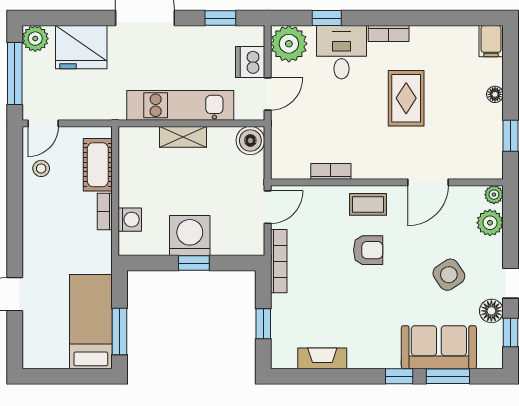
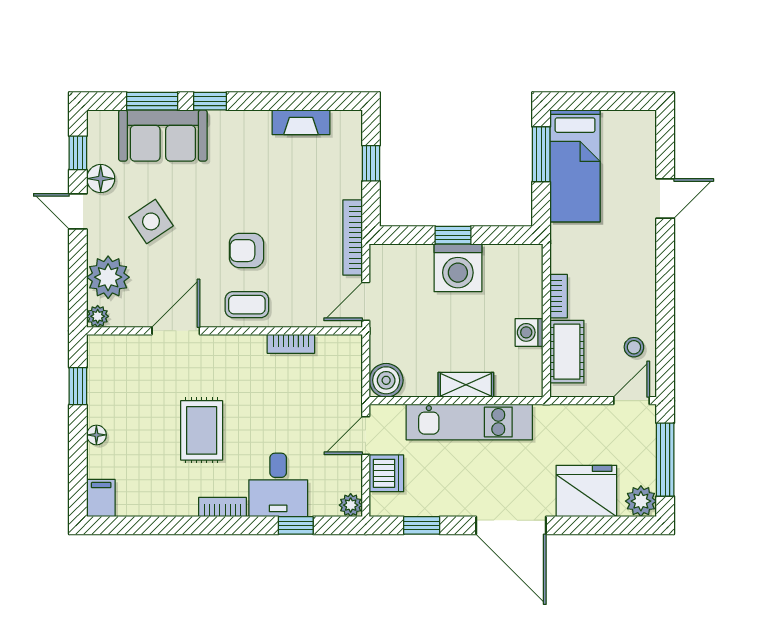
plant: (289, 44) -> (351, 505), width x0.53, depth x0.53
washing machine: (130, 220) -> (529, 332), moved
plant: (490, 223) -> (108, 277), width x1.36, depth x1.36

